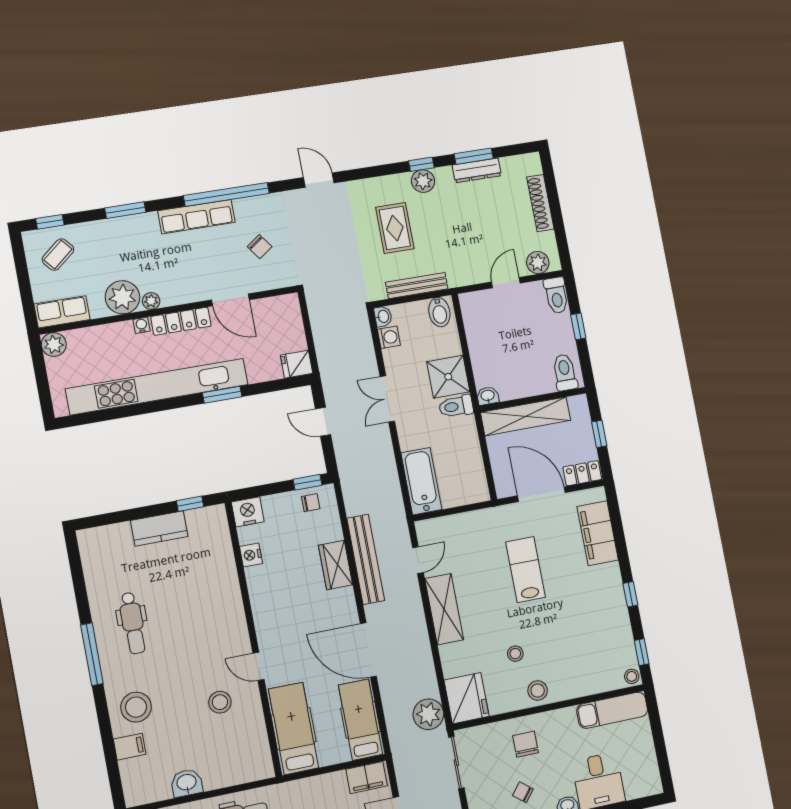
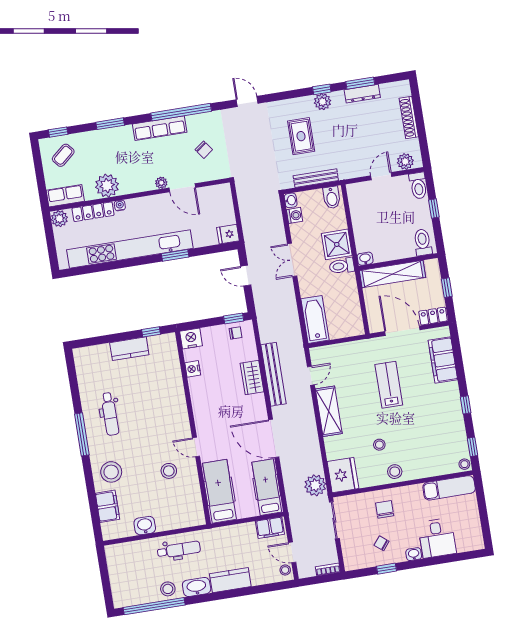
plant: (151, 301) -> (161, 183), moved
locker: (181, 321) -> (93, 212), moved
filing cabinet: (130, 747) -> (108, 506), width x2.00

